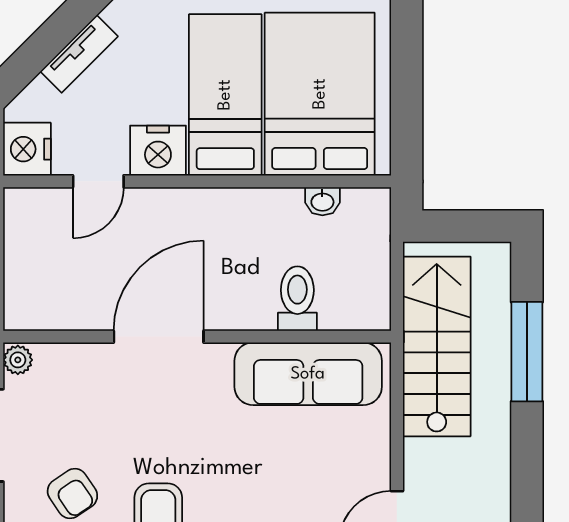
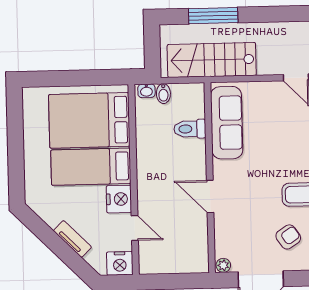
washbasin: (322, 201) -> (146, 91), moved, turned 90
bidet: (371, 246) -> (163, 94), added
door: (159, 337) -> (210, 197), width x0.73

